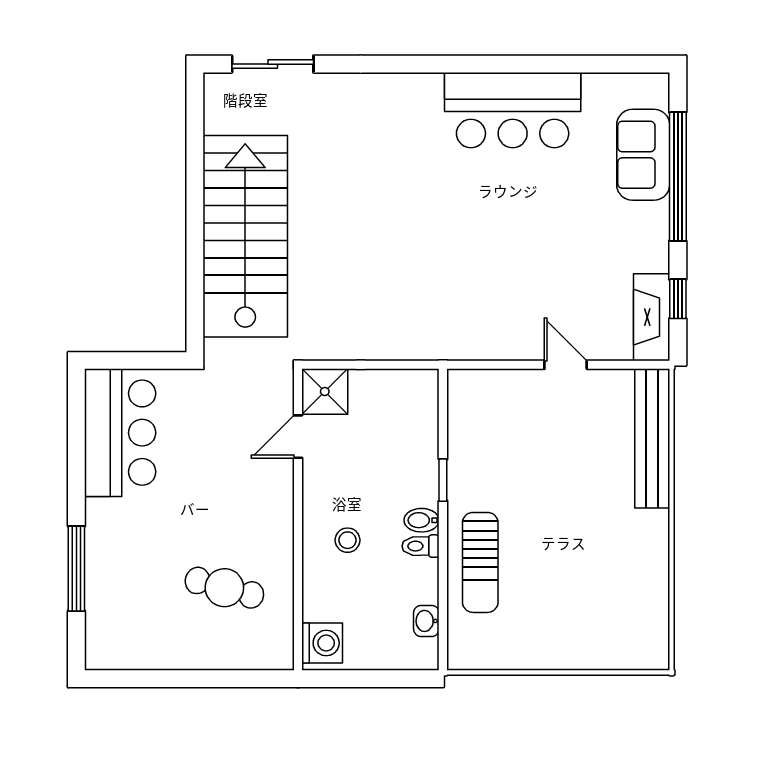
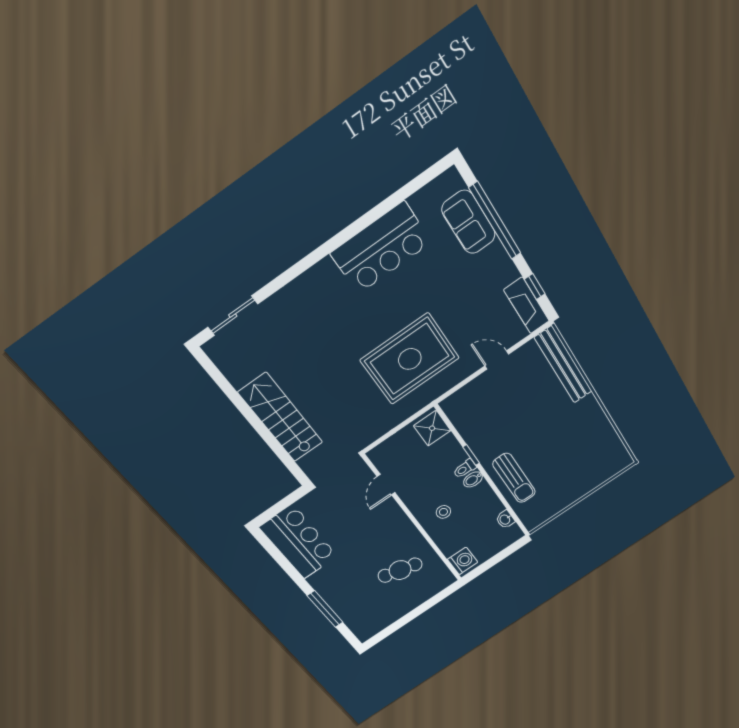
stairs: (245, 236) -> (281, 418), width x0.73, depth x0.66
rug: (452, 279) -> (410, 359), added
shower: (325, 392) -> (432, 428), moved
toilet: (421, 546) -> (465, 469), moved

